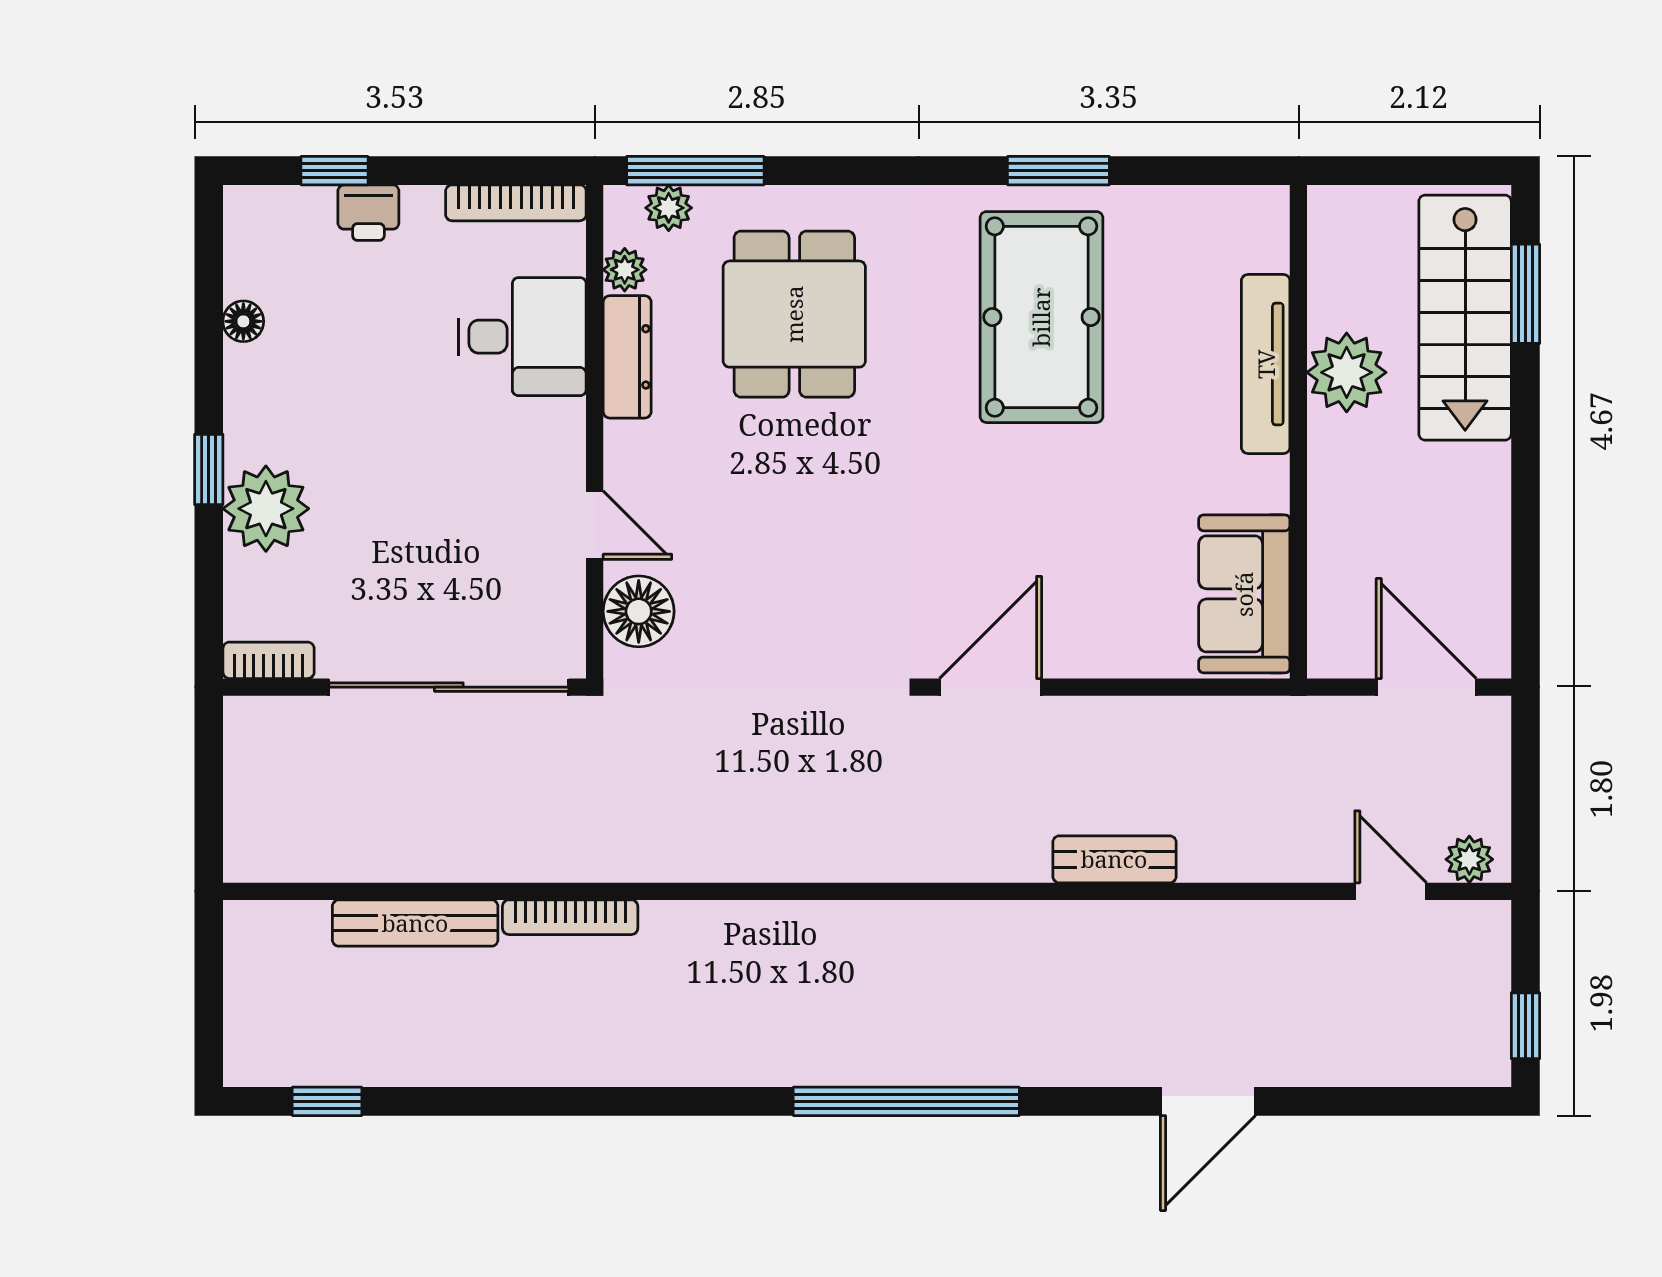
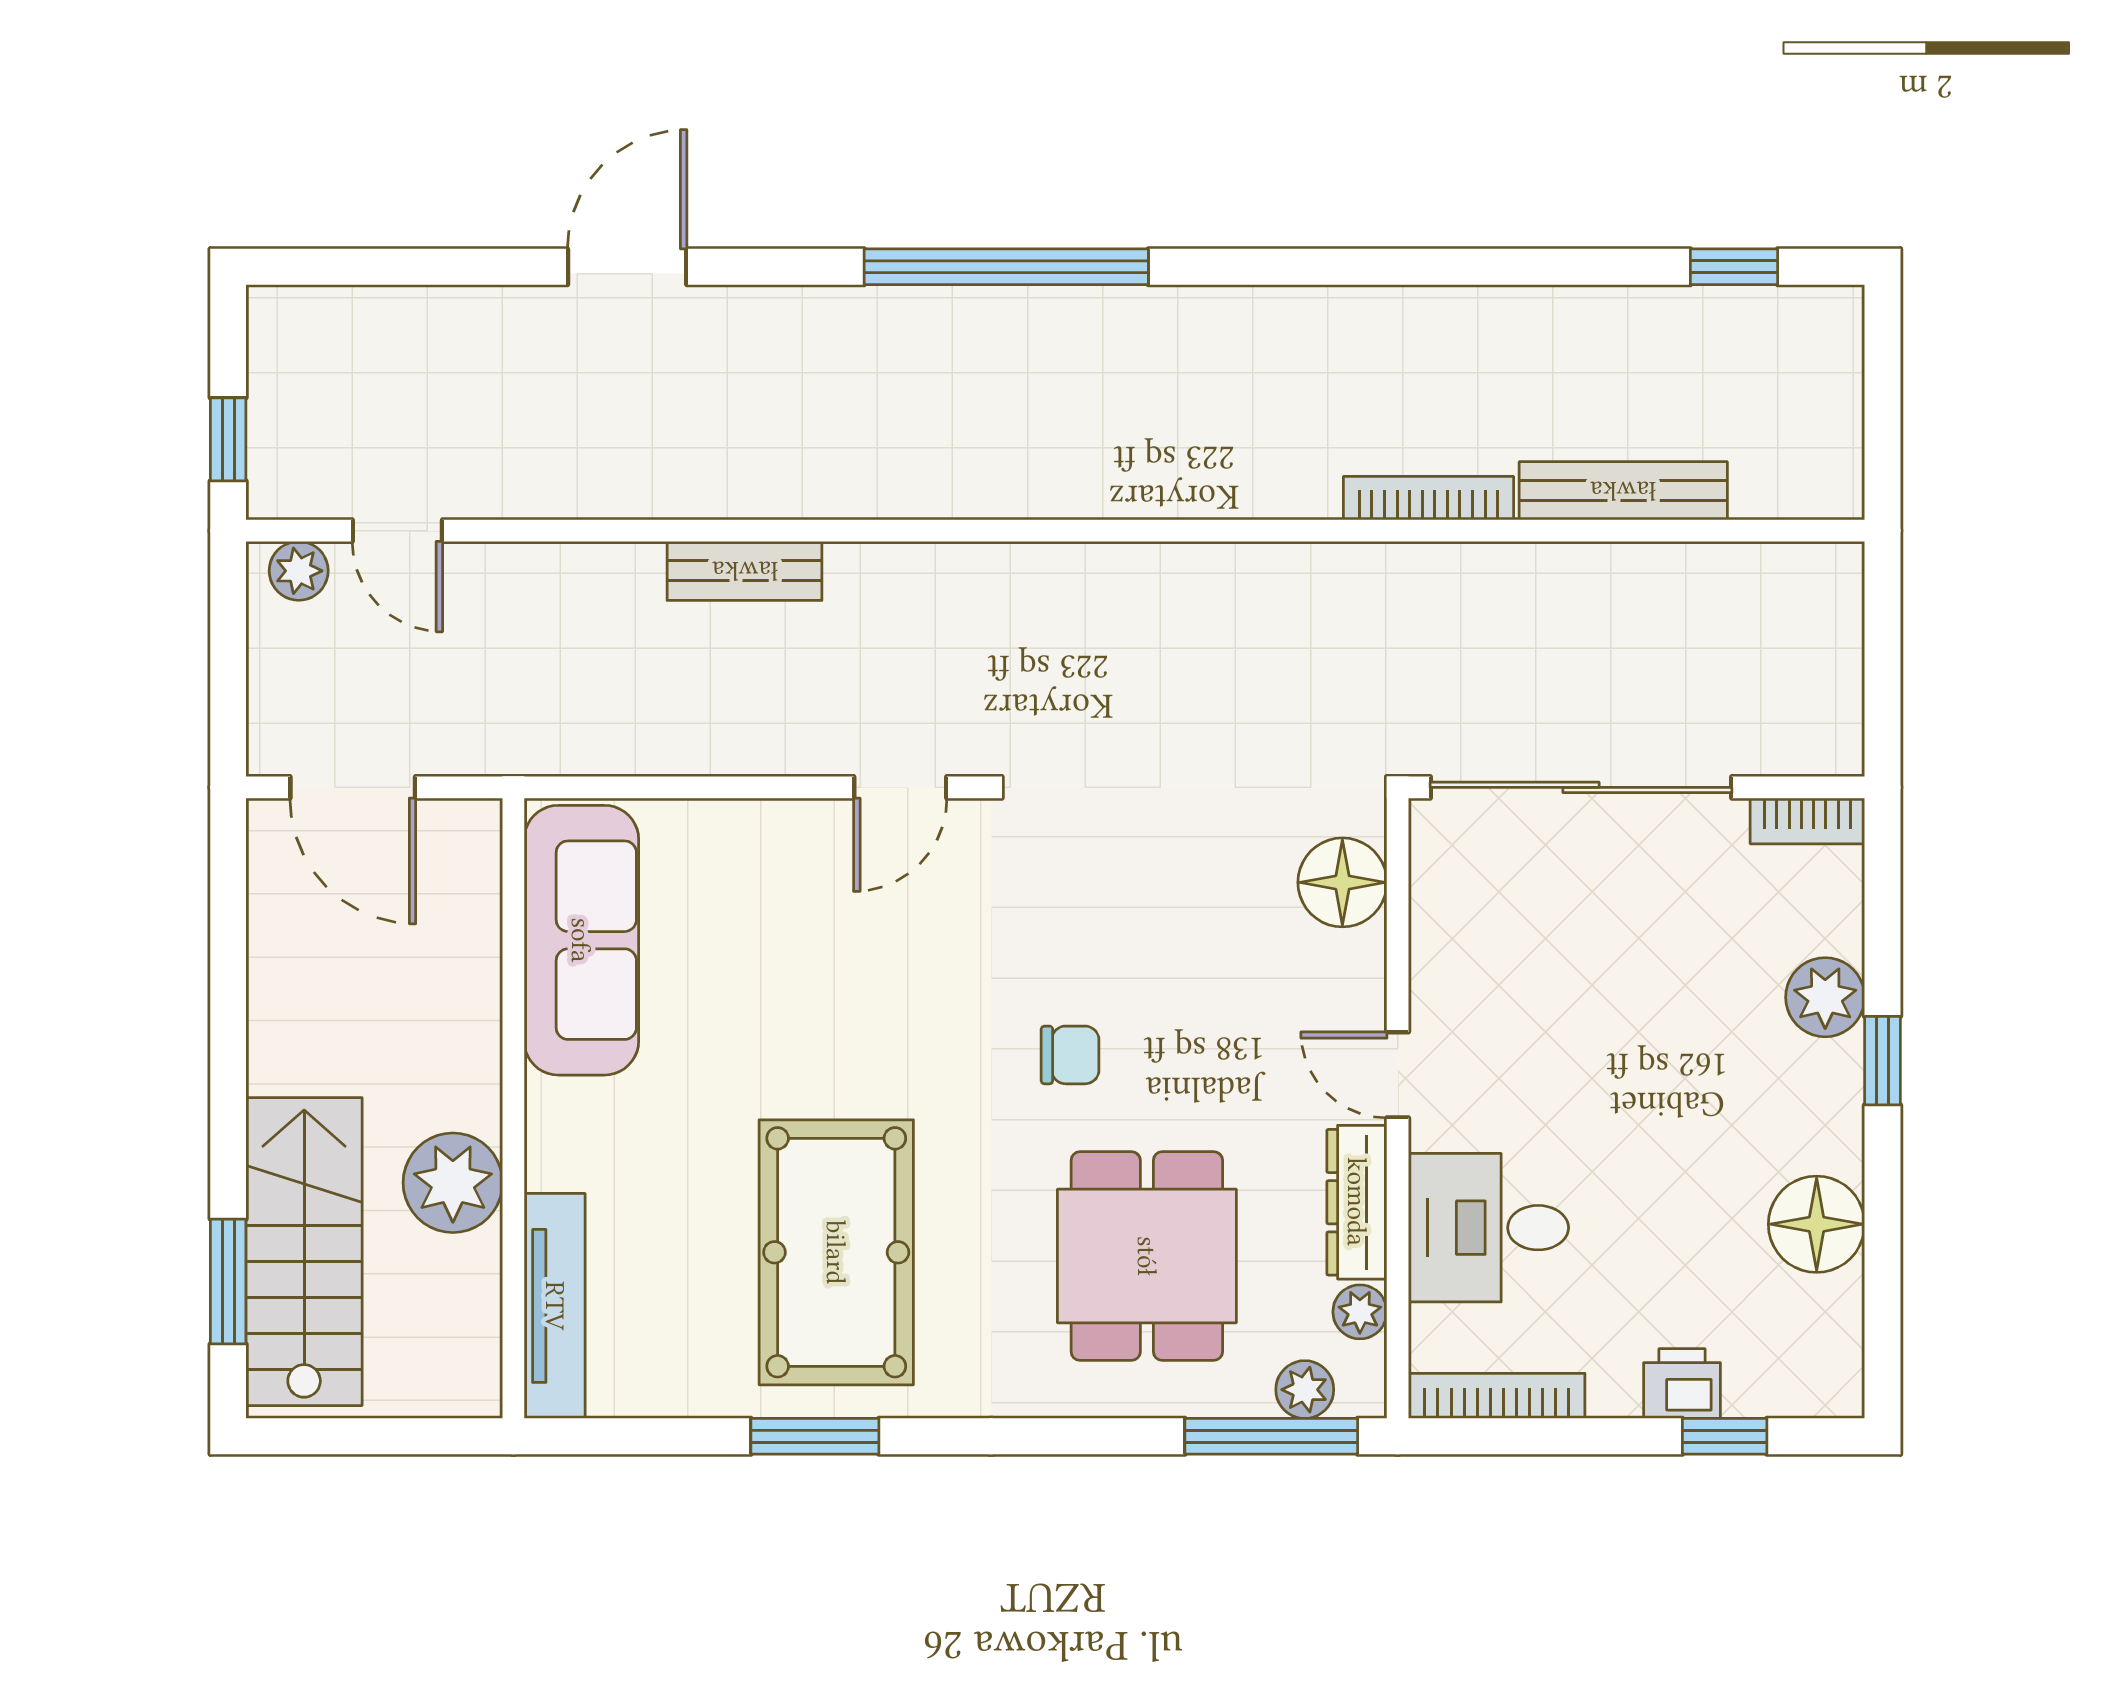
floor lamp: (243, 321) -> (1817, 1224), width x1.89, depth x1.89
tv unit: (1266, 364) -> (555, 1306), moved
chair: (855, 474) -> (1070, 1055), added
plant: (266, 509) -> (1825, 997), width x0.73, depth x0.73
door: (595, 525) -> (1398, 1075), moved
sofa: (1244, 594) -> (581, 940), width x1.36
door: (991, 687) -> (900, 787), width x0.73
window: (1525, 1026) -> (228, 439), moved

